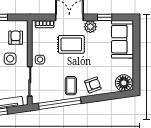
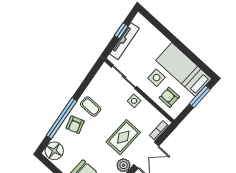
armchair: (16, 38) -> (169, 97), turned 180
window: (60, 103) -> (62, 118), moved

